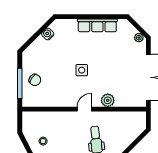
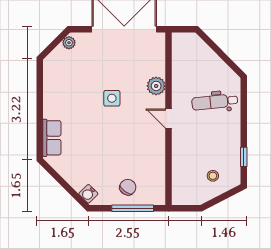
row of seats: (97, 25) -> (52, 138), moved, width x0.68
water cooler: (48, 34) -> (88, 194), moved
side table: (82, 70) -> (112, 98), moved

